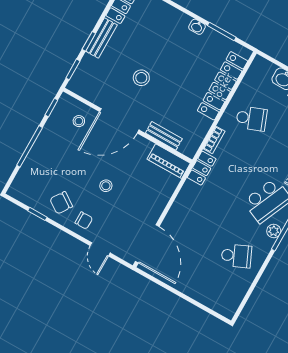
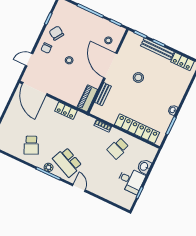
bench: (101, 38) -> (157, 49), width x1.36
school desk: (251, 118) -> (118, 148), turned 42
locker: (202, 168) -> (66, 111), moved
door: (147, 244) -> (35, 89), hinge flipped

